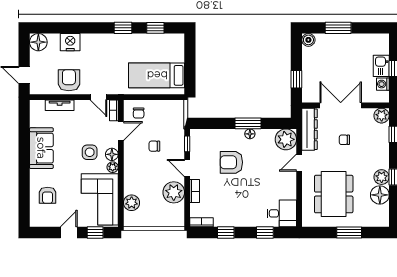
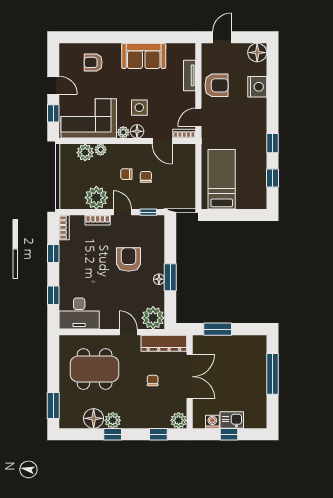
window: (338, 28) -> (273, 374), width x1.44
boiler: (308, 40) -> (260, 342), removed
window: (296, 79) -> (218, 329), width x1.50
chair: (139, 113) -> (126, 174), moved
door: (187, 168) -> (122, 212), hinge flipped
plant: (129, 188) -> (101, 150), added
desk: (282, 213) -> (79, 313), width x1.37
window: (349, 233) -> (53, 405), moved

